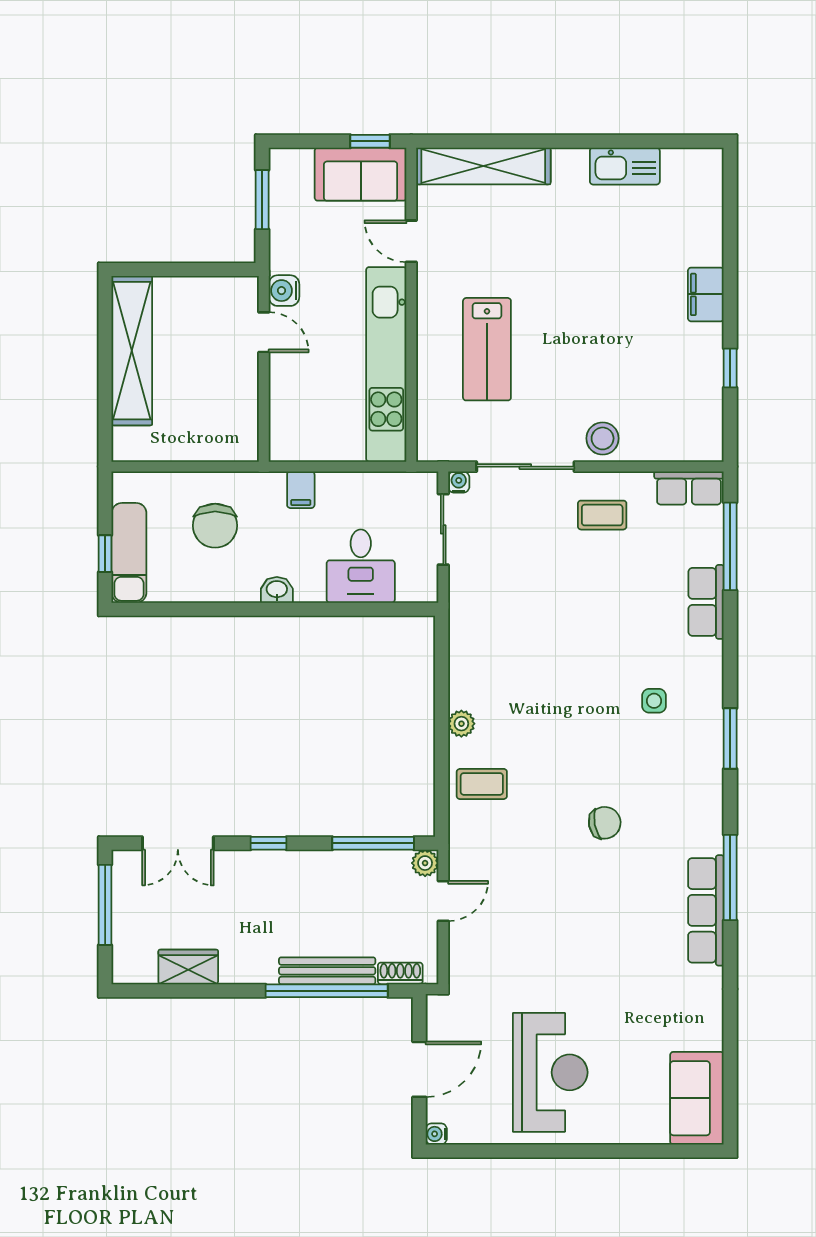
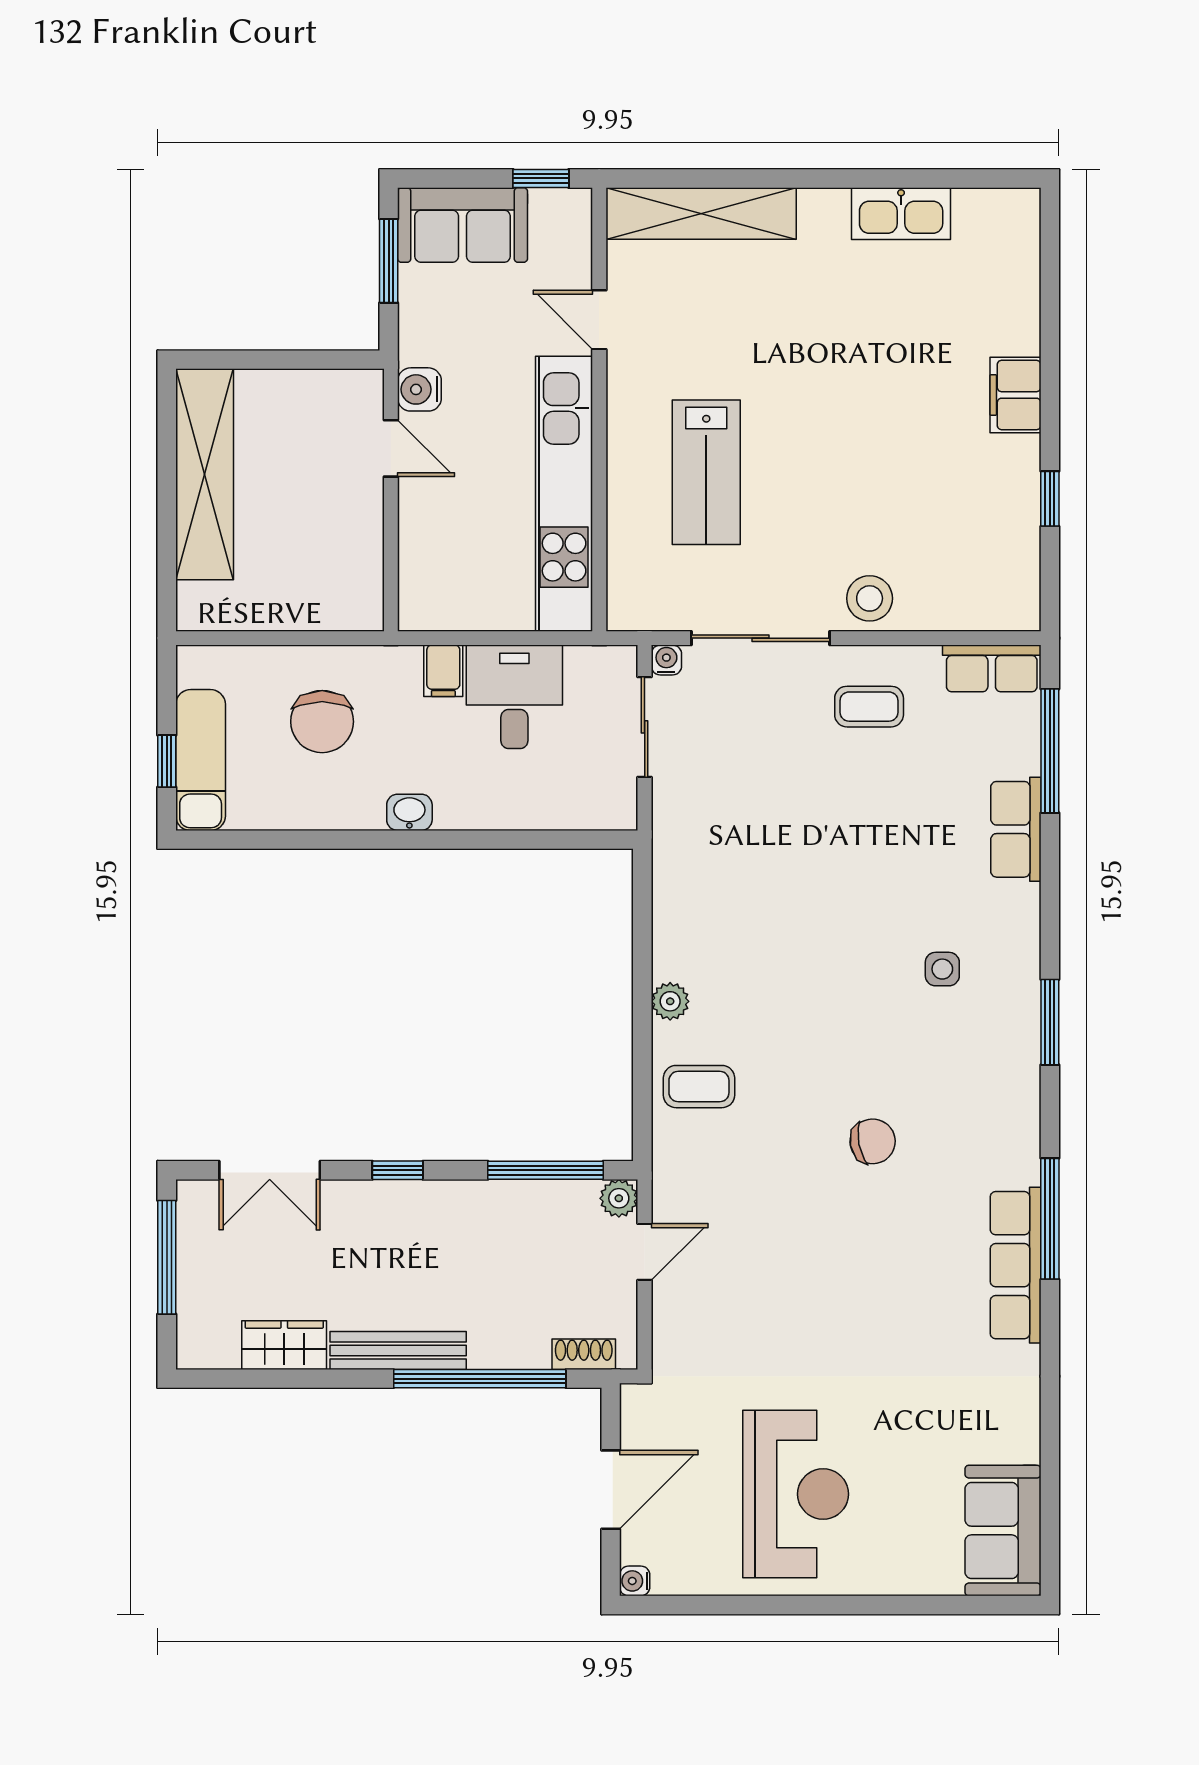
sofa: (361, 174) -> (463, 225), moved
desk: (361, 566) -> (514, 697), moved, turned 180
bench: (327, 971) -> (398, 1350), moved

